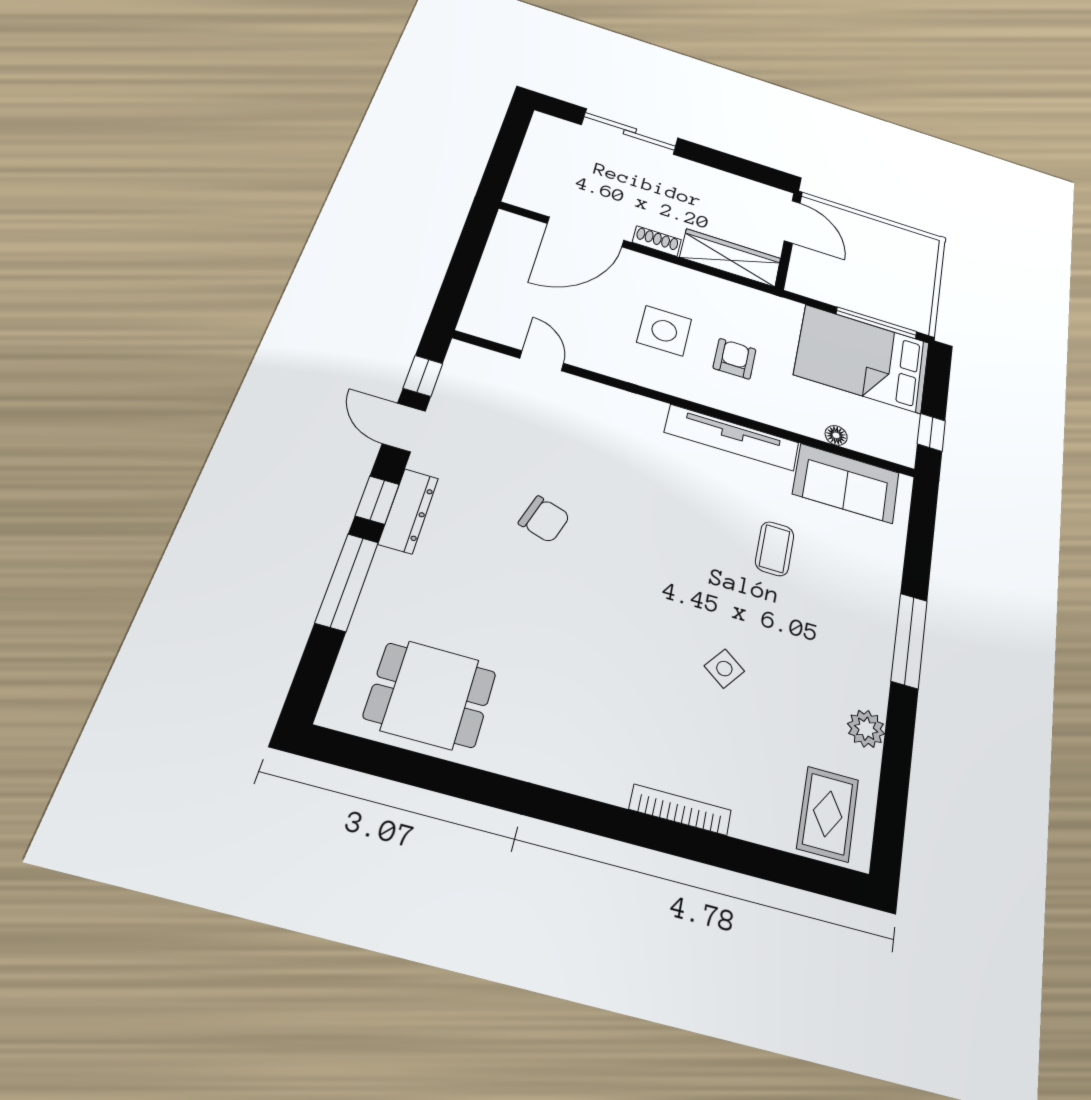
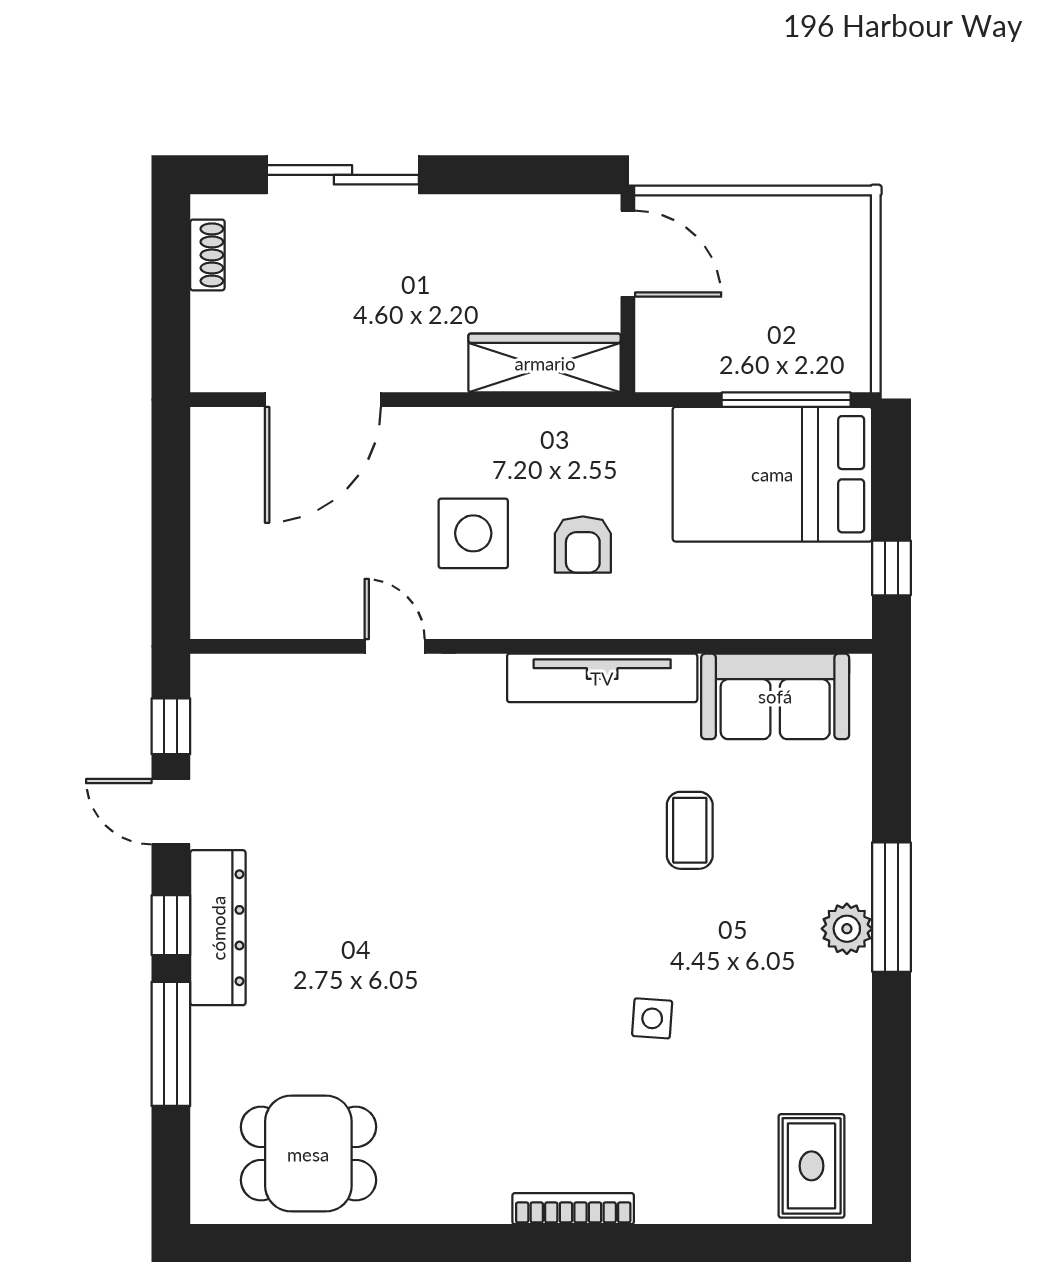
shoe rack: (657, 241) -> (207, 255), moved, turned 90
armchair: (735, 359) -> (583, 545), turned 180
door: (542, 361) -> (395, 646), moved
floor lamp: (836, 435) -> (750, 623), removed
dresser: (408, 511) -> (218, 928), width x1.37, depth x1.24
chair: (544, 519) -> (381, 885), removed
side table: (724, 669) -> (652, 1018), turned -33
plant: (866, 729) -> (847, 929), moved
bookcase: (680, 810) -> (573, 1209), moved

